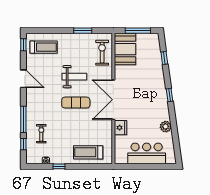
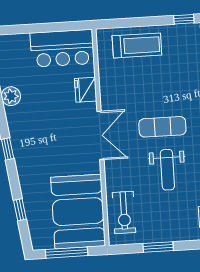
booth: (125, 49) -> (78, 212), width x1.36, depth x1.42
weight bench: (74, 77) -> (167, 170), turned -90
double door: (113, 100) -> (100, 135), width x0.73
bar counter: (147, 153) -> (62, 48), moved

